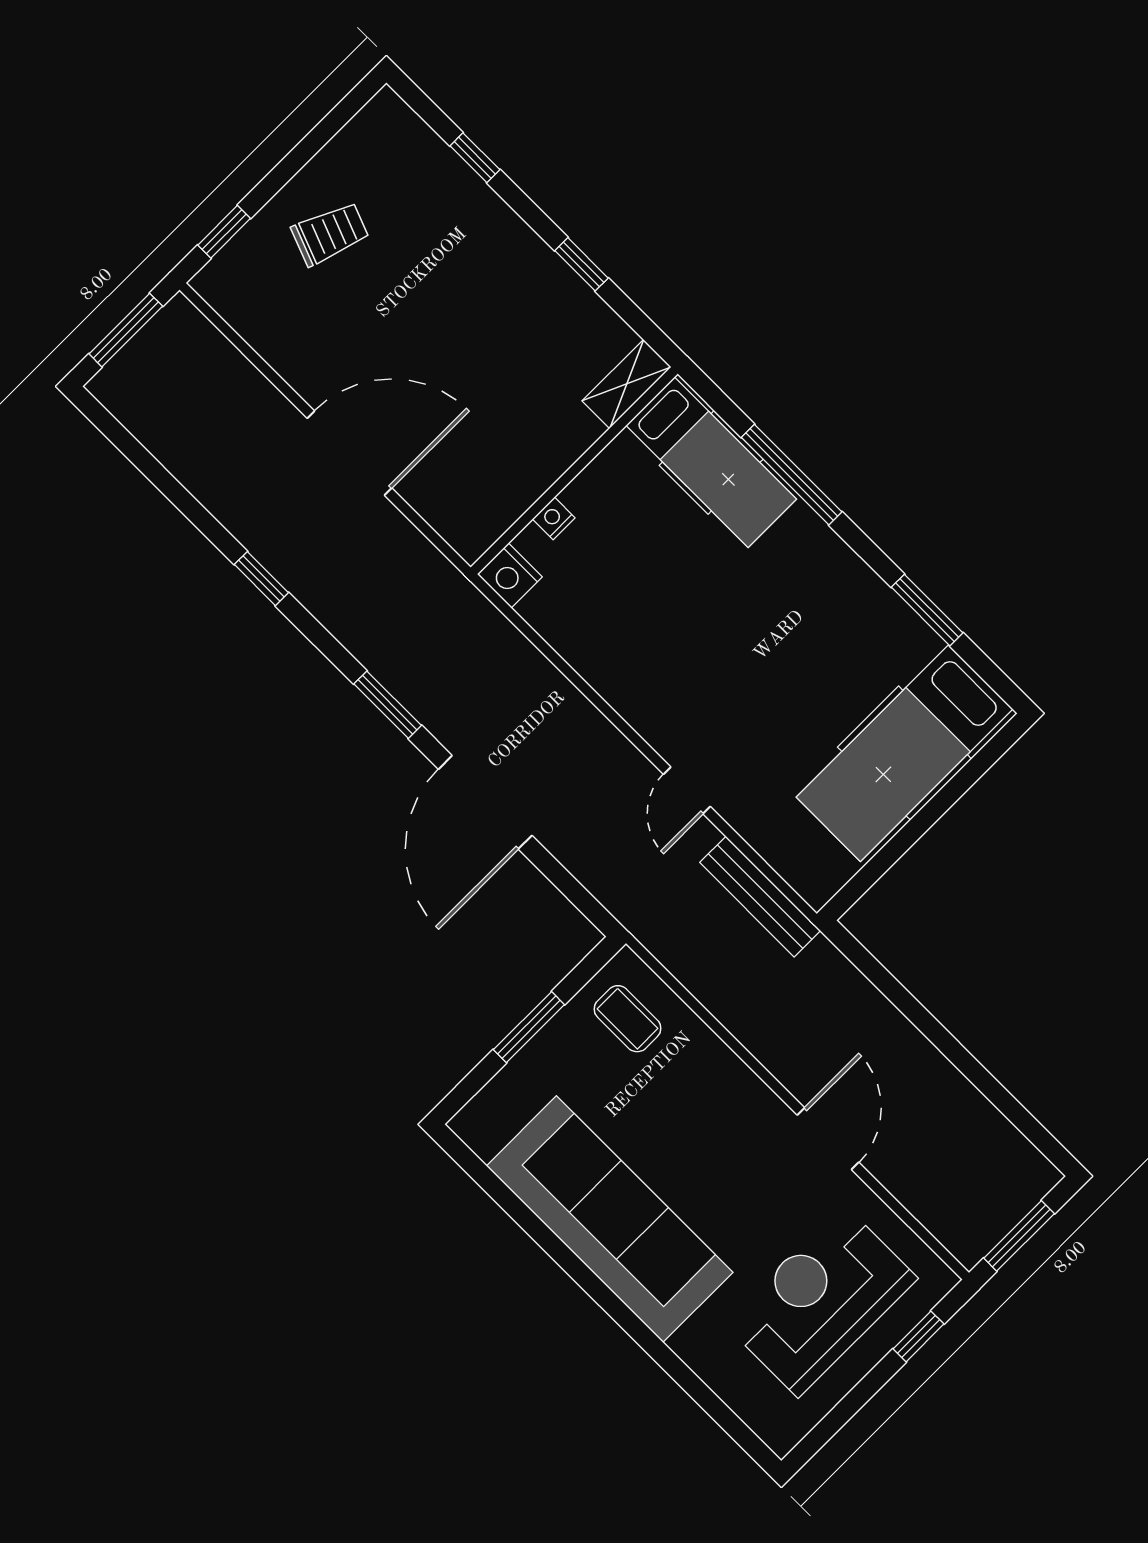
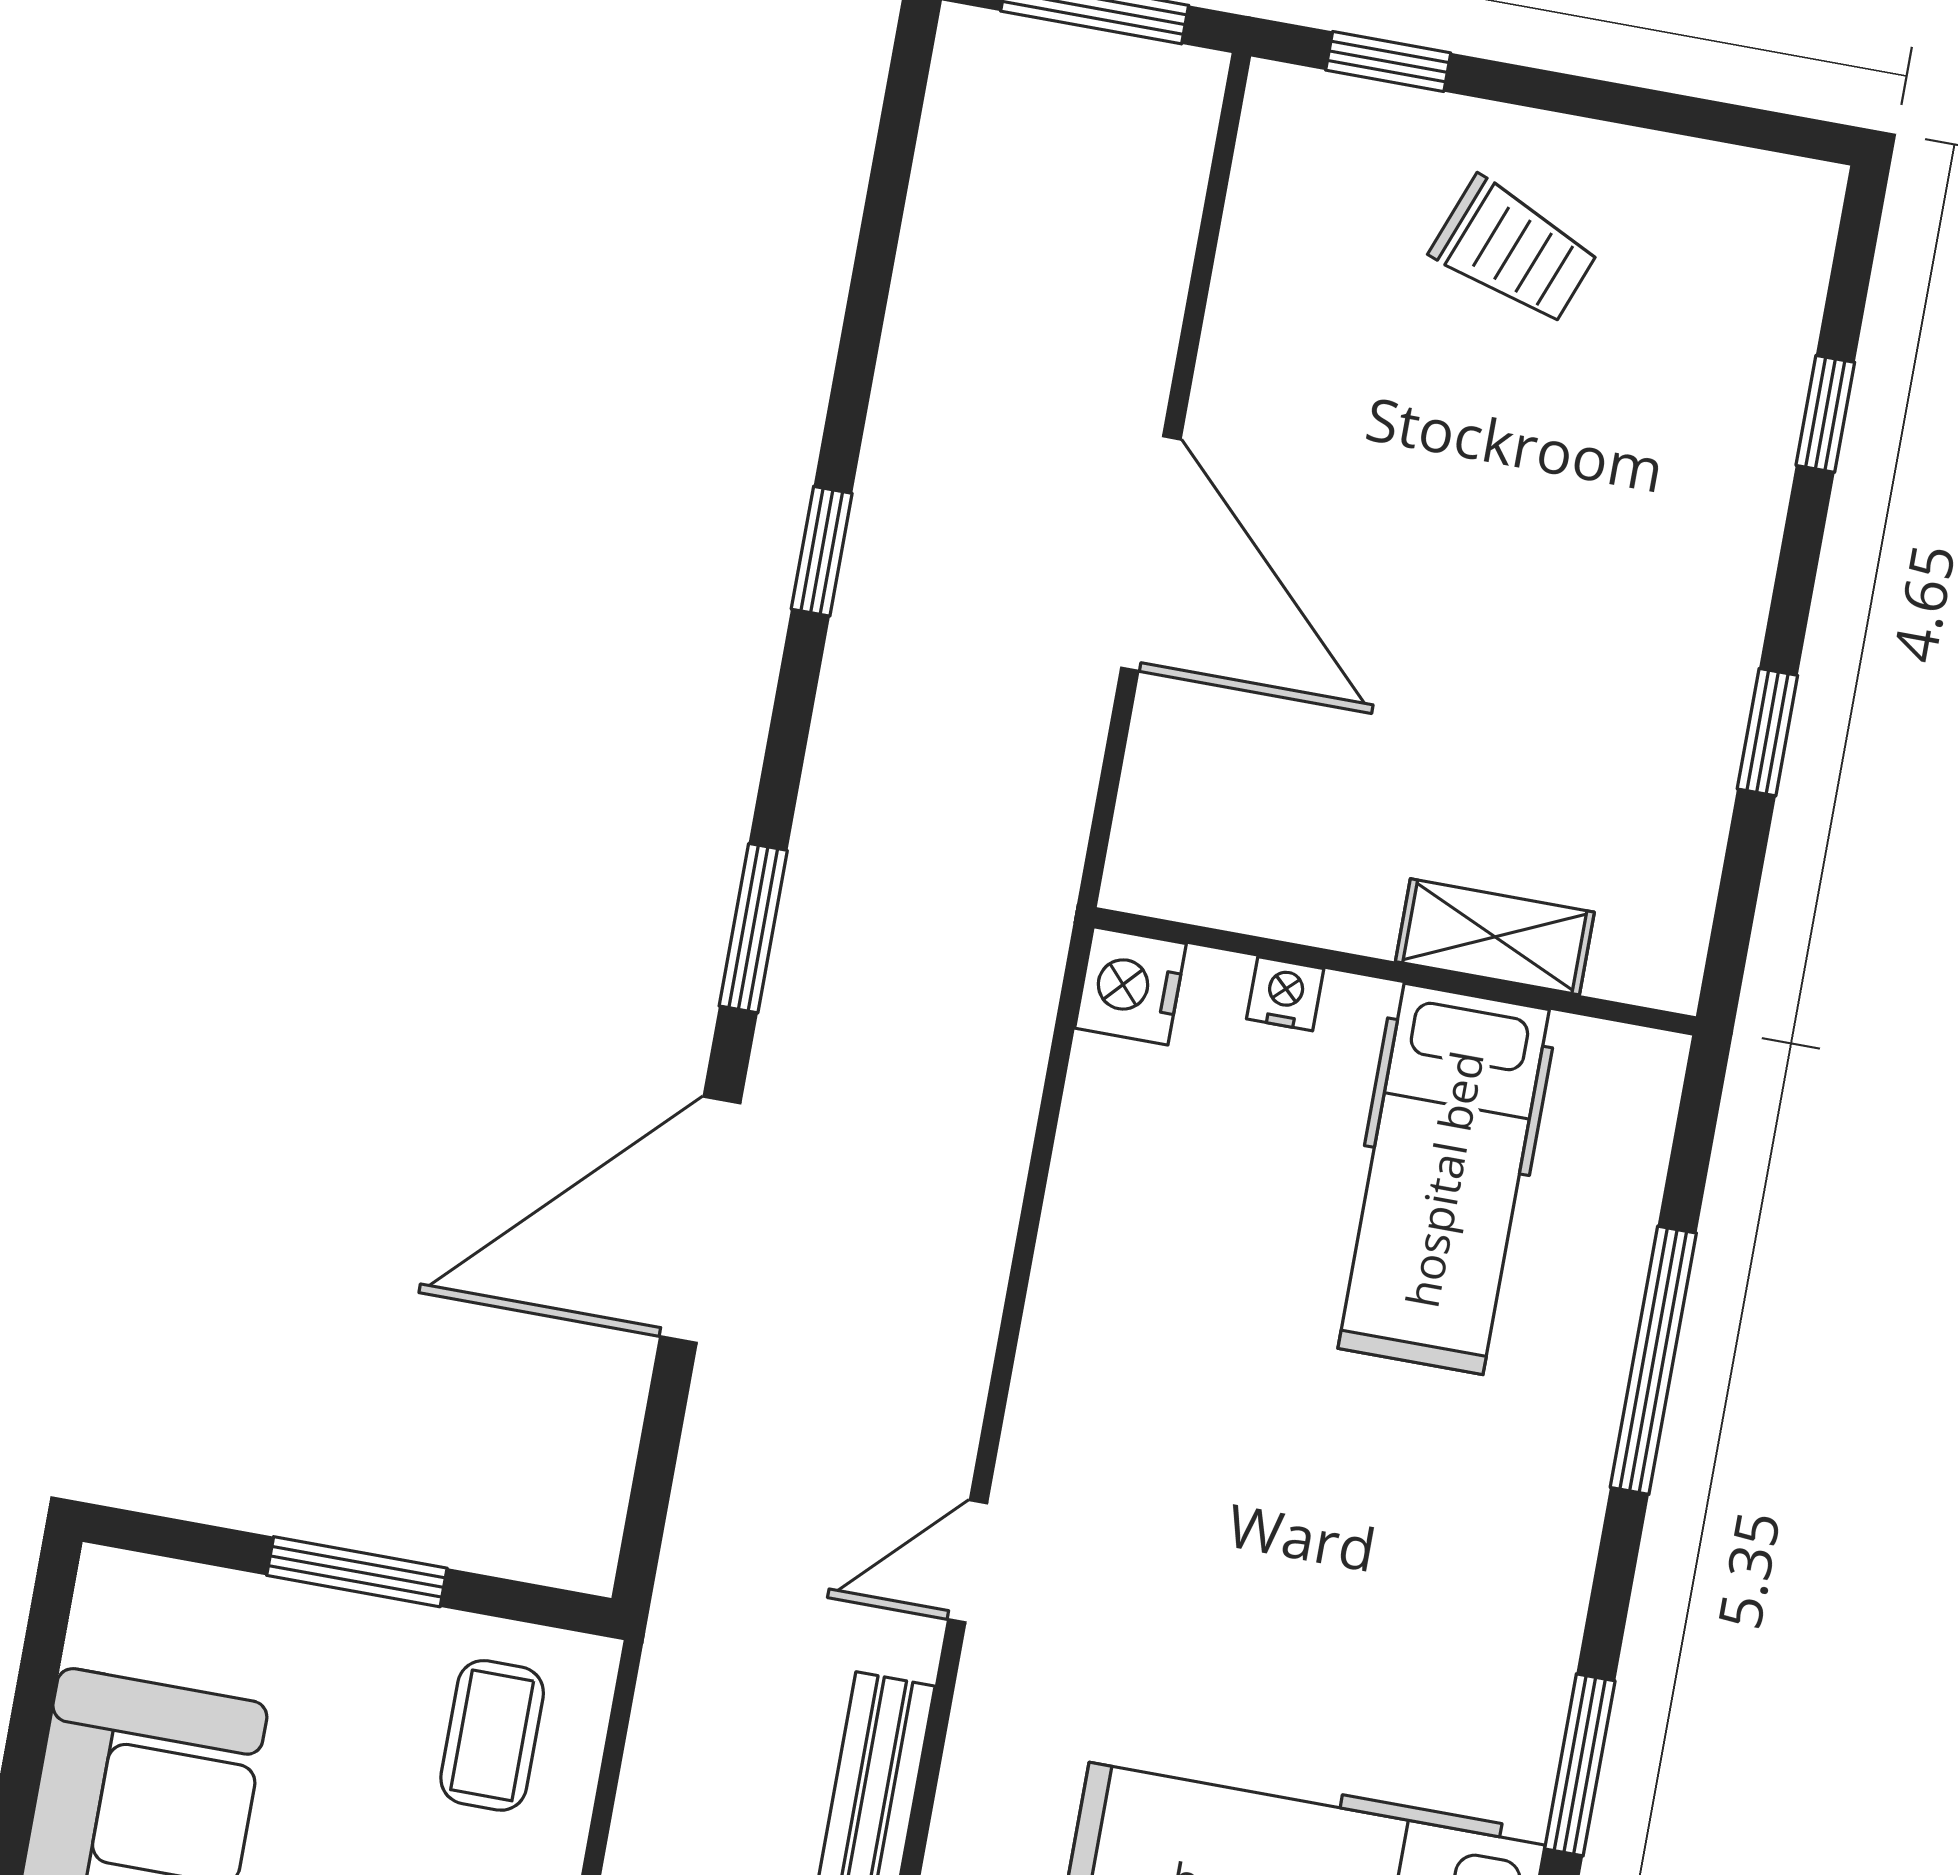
shelving: (627, 384) -> (1495, 937), moved
hospital bed: (711, 462) -> (1444, 1179), moved

